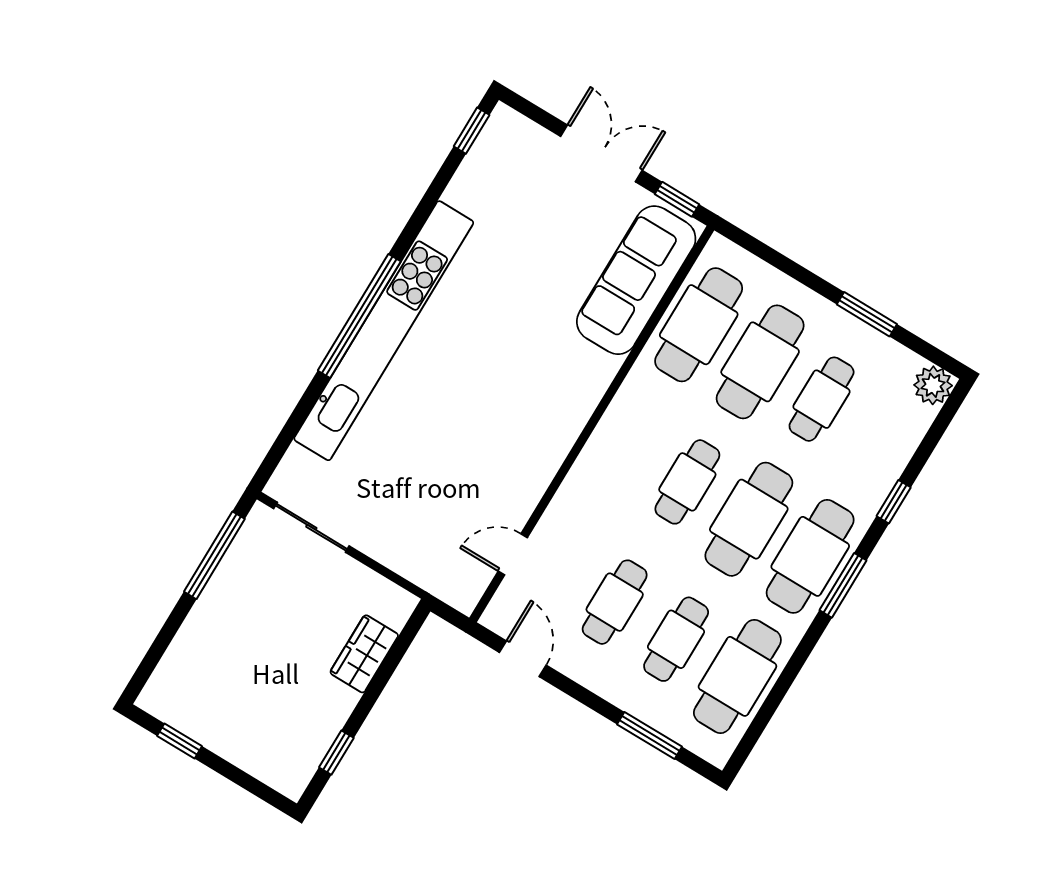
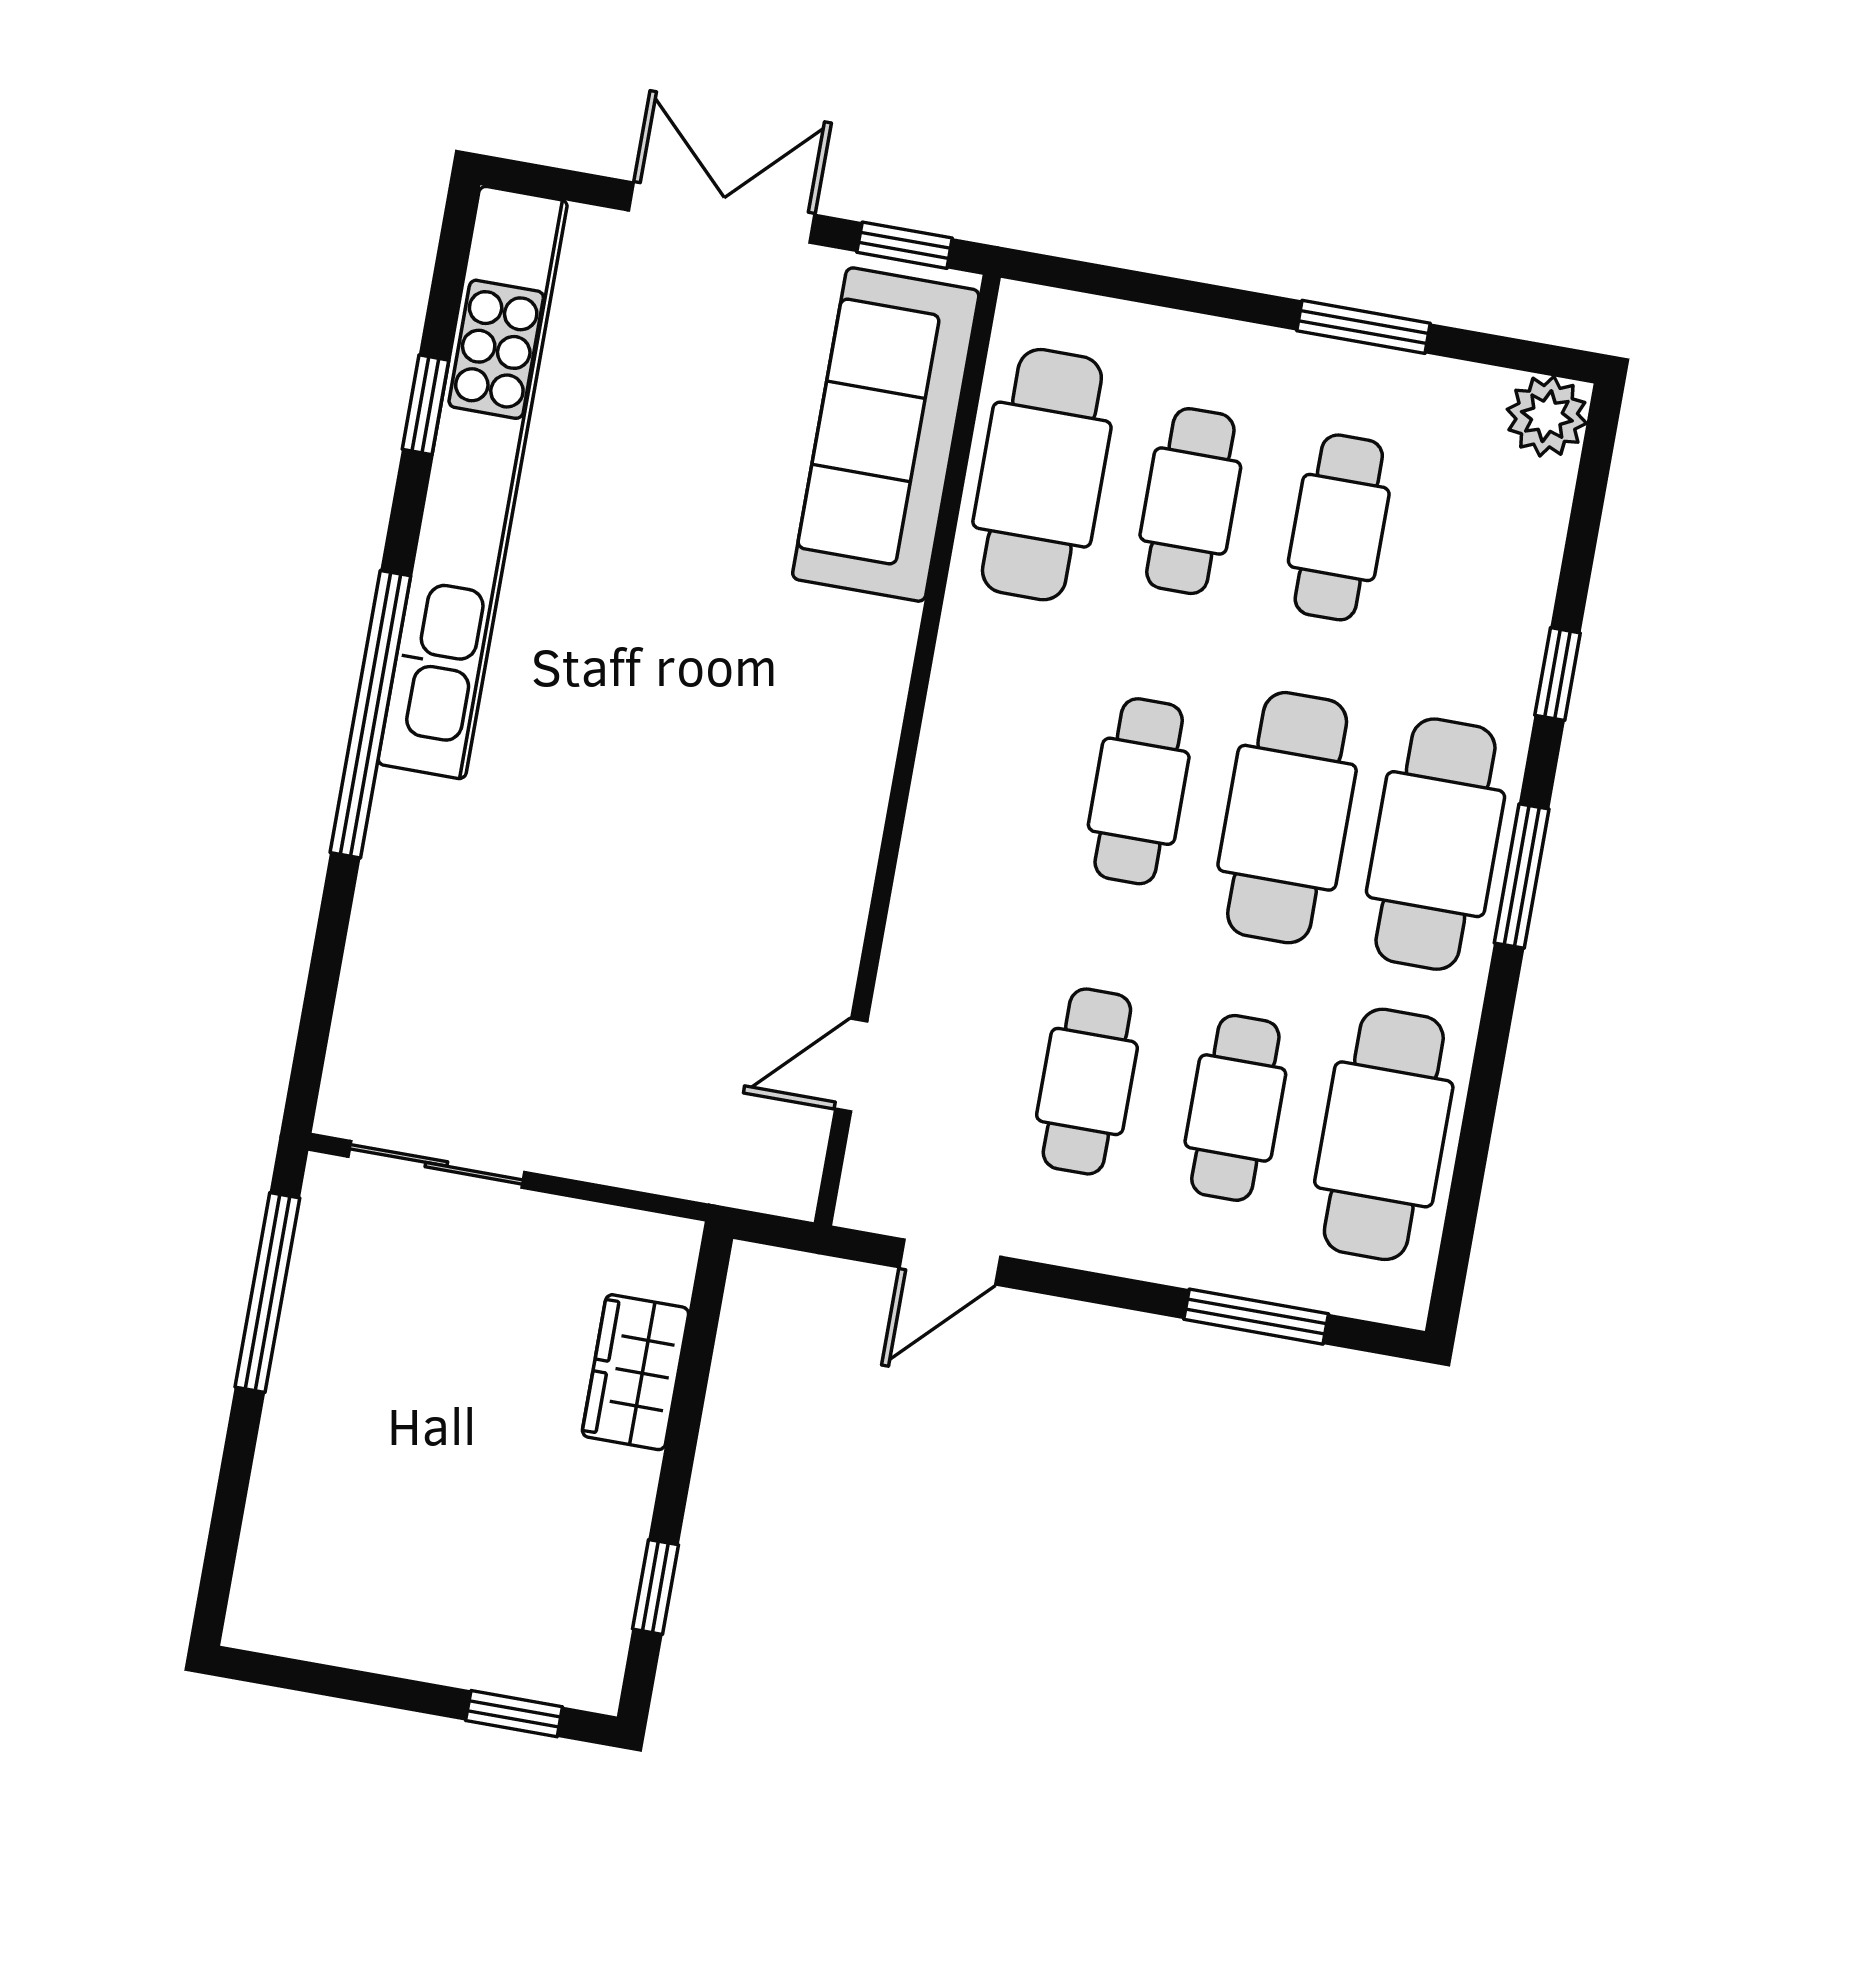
window: (472, 131) -> (426, 405), moved
kitchen unit: (384, 331) -> (473, 482), moved
cafe table: (760, 362) -> (1190, 501), width x0.73, depth x0.74
door: (523, 659) -> (950, 1262), swing flipped
window: (180, 741) -> (514, 1714), moved

